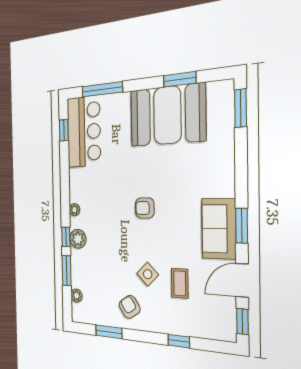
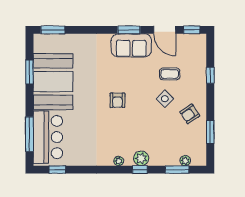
bar counter: (84, 132) -> (48, 137), moved, turned 90
window: (67, 271) -> (177, 170), moved

